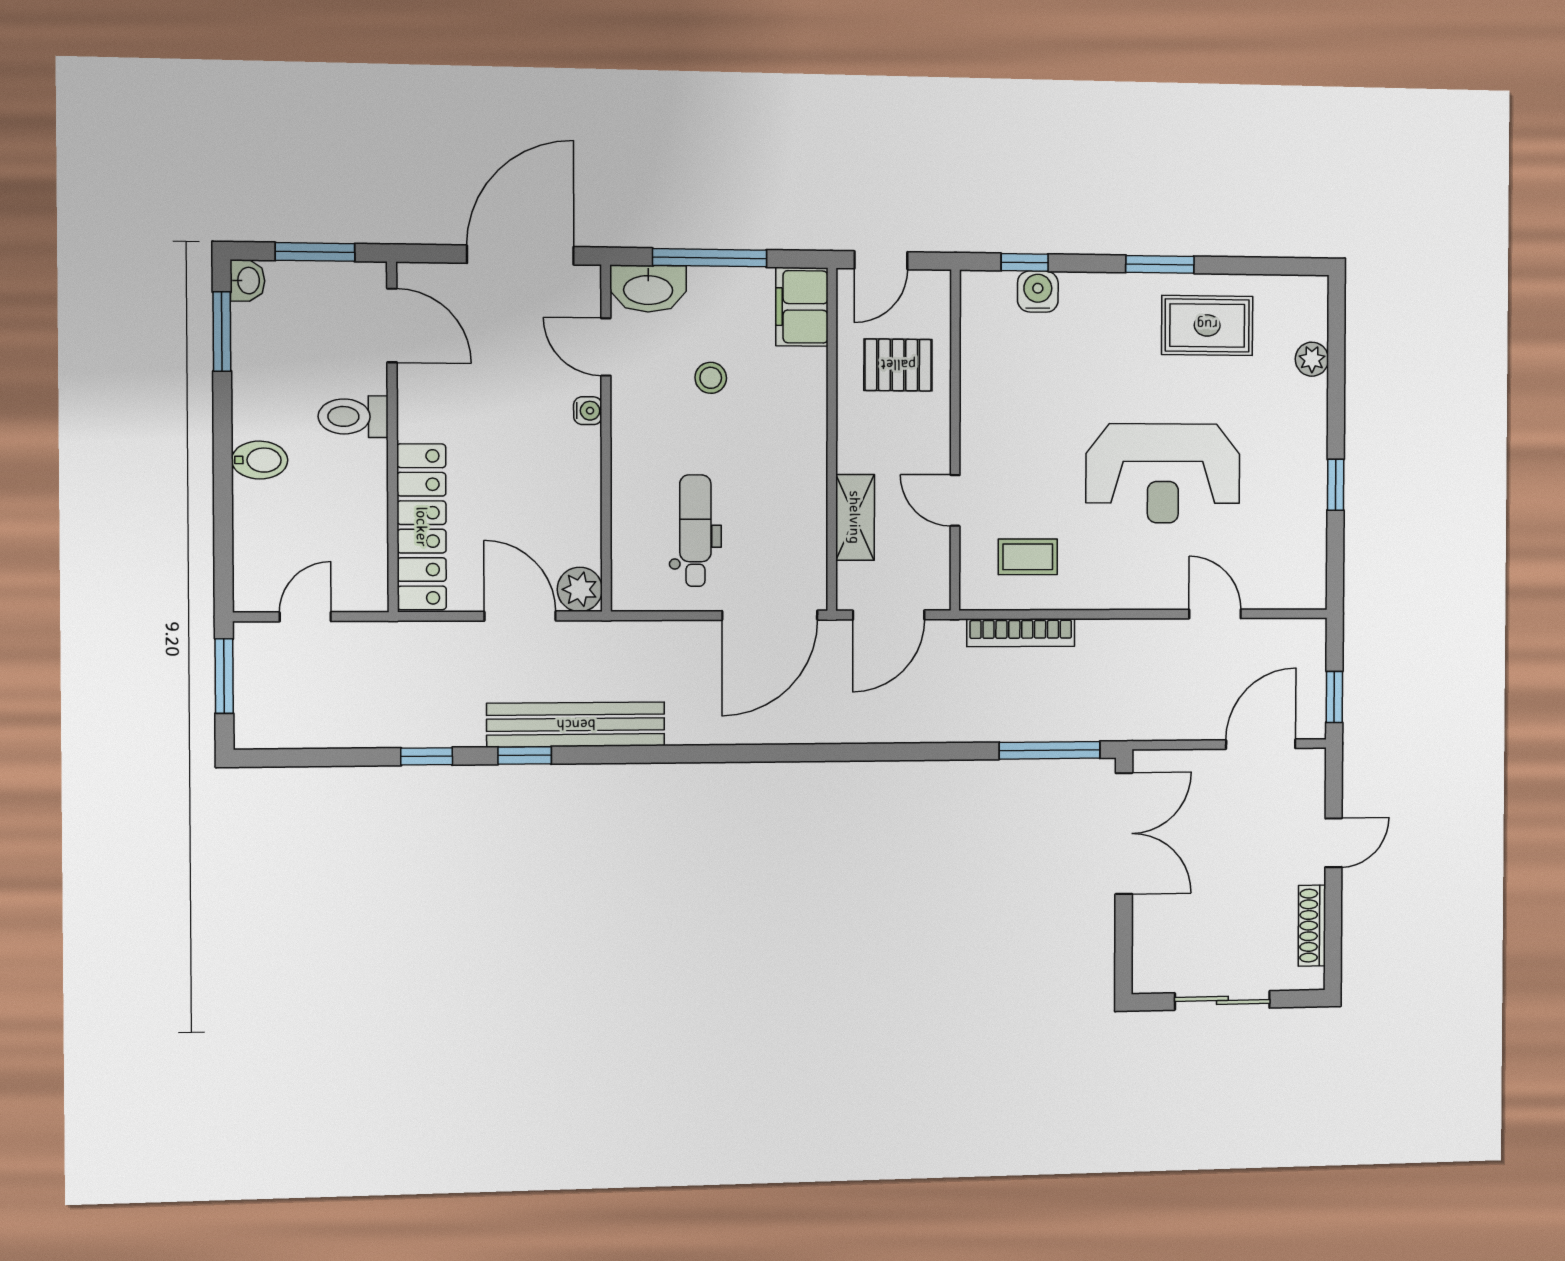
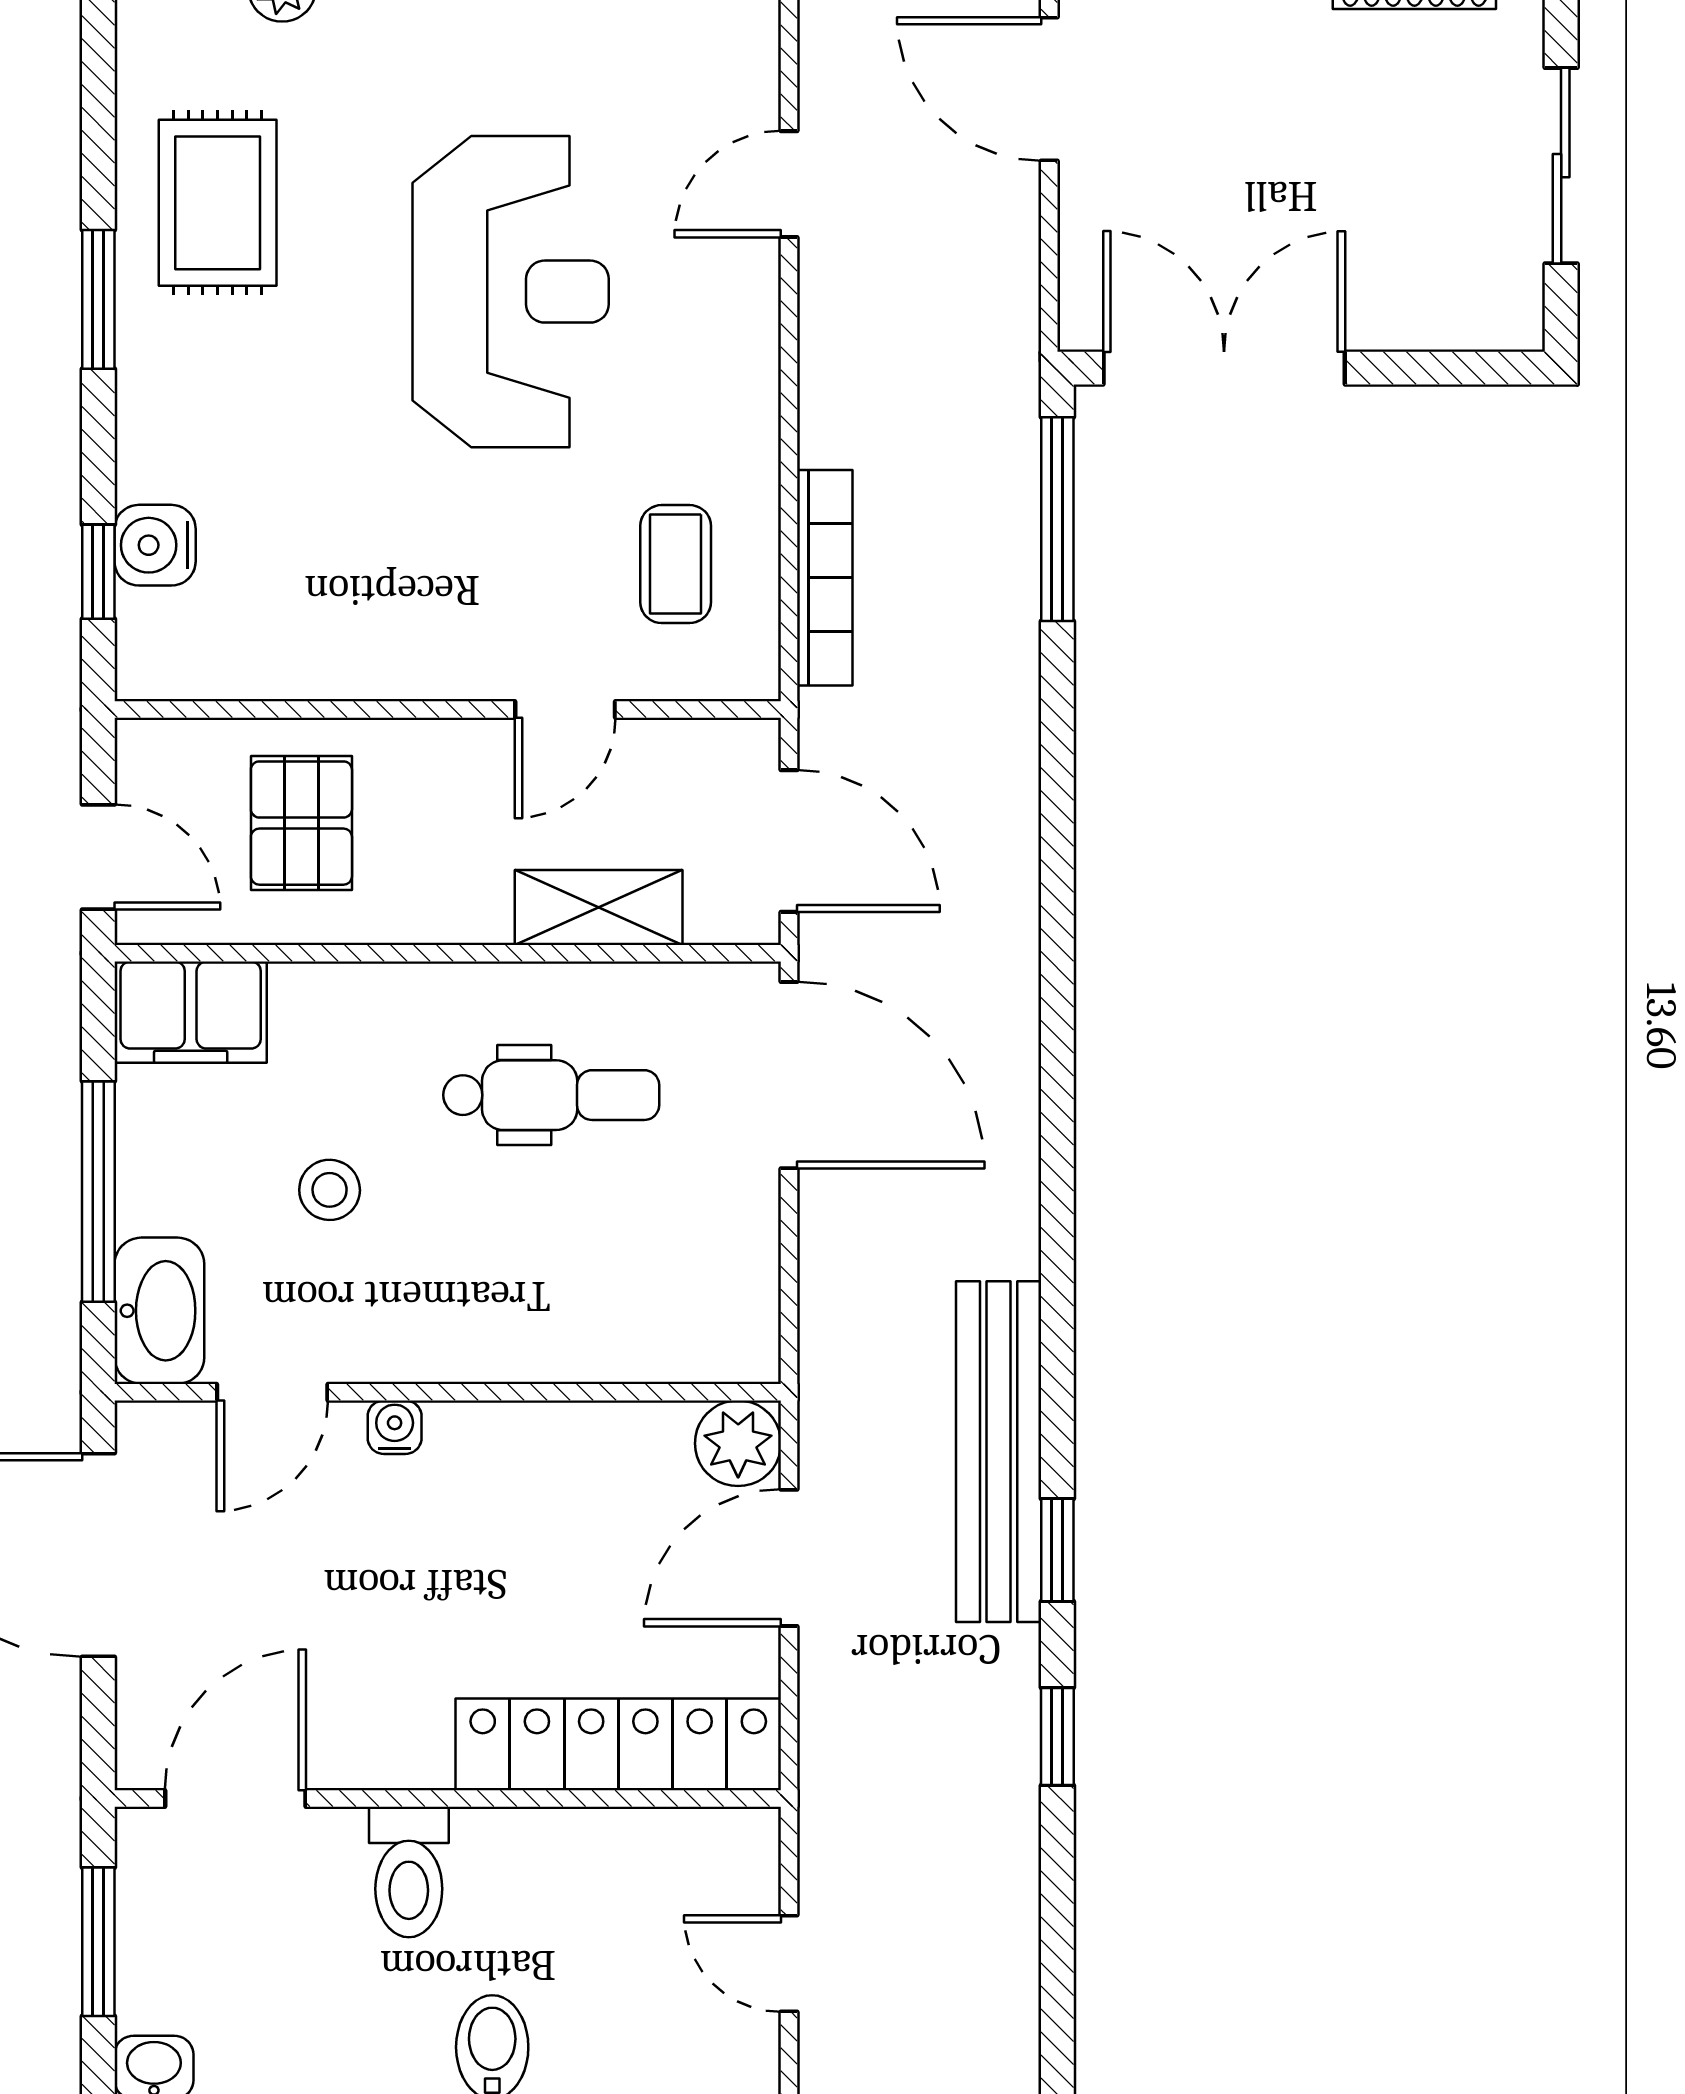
dental chair: (695, 531) -> (551, 1095), moved, turned 180

